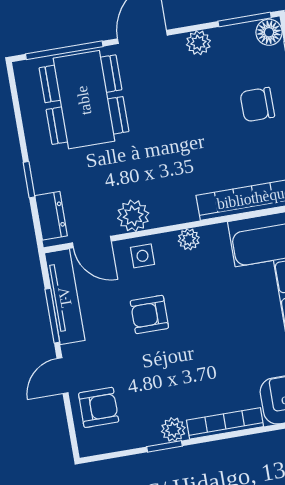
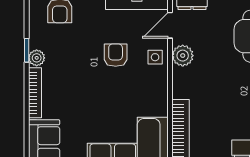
plant: (189, 239) -> (161, 90), removed

